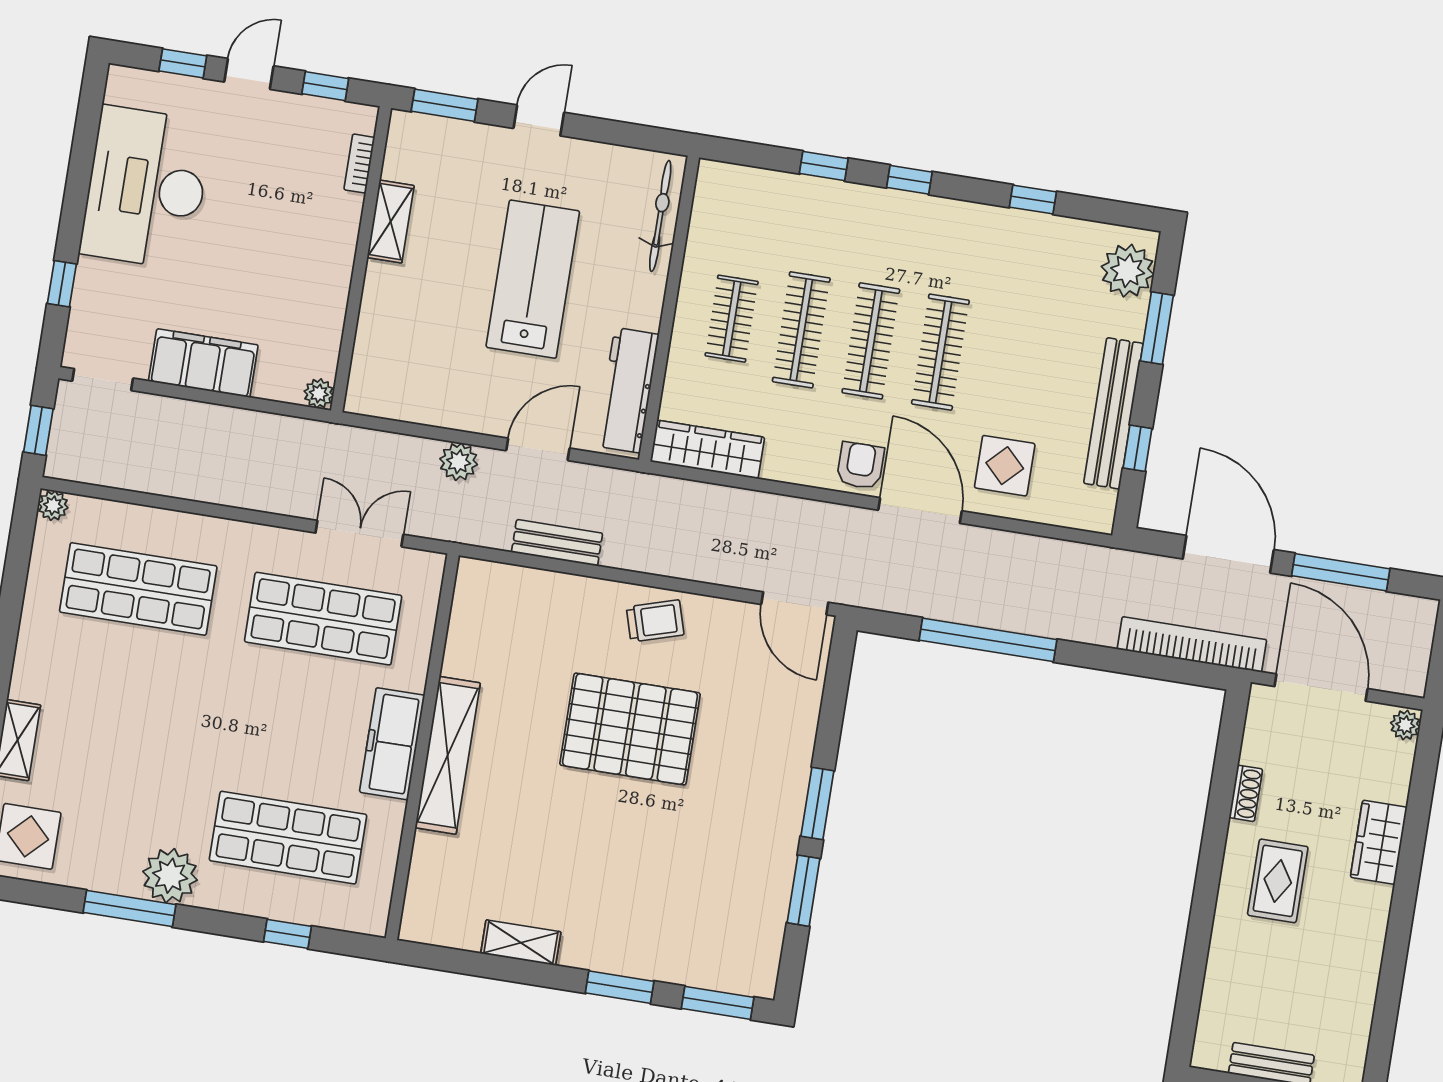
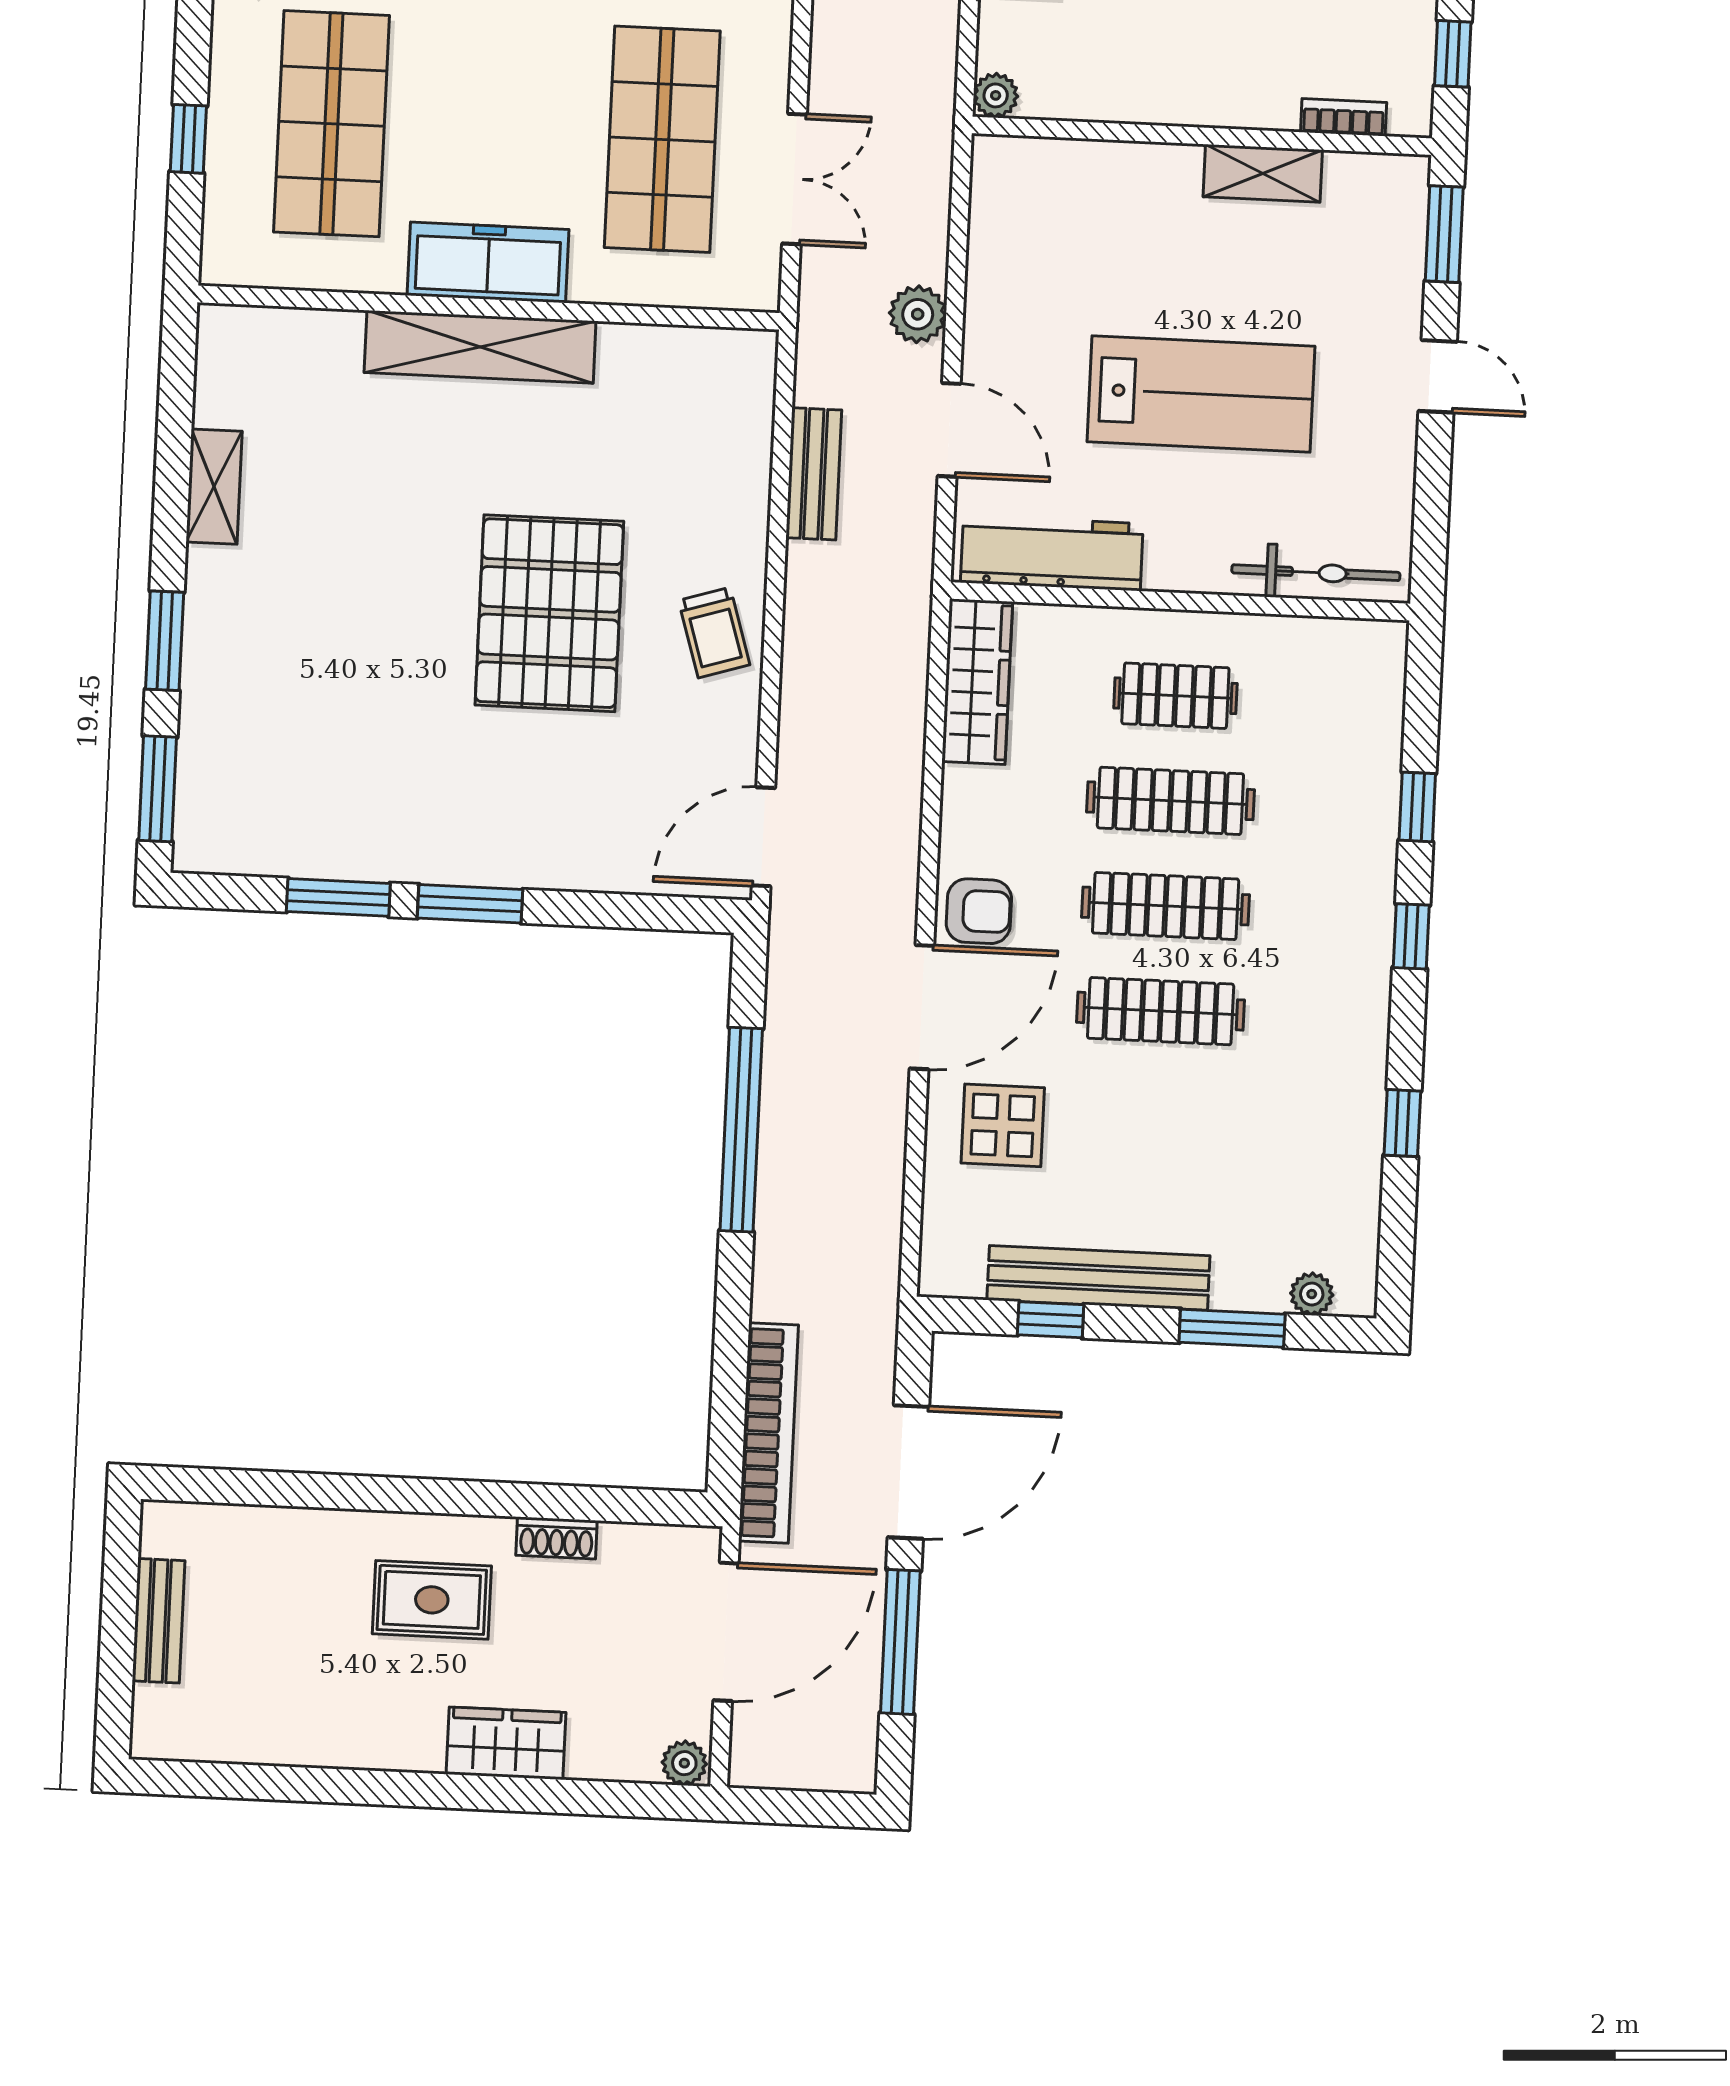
plant: (1128, 271) -> (1312, 1294), width x0.53, depth x0.53

